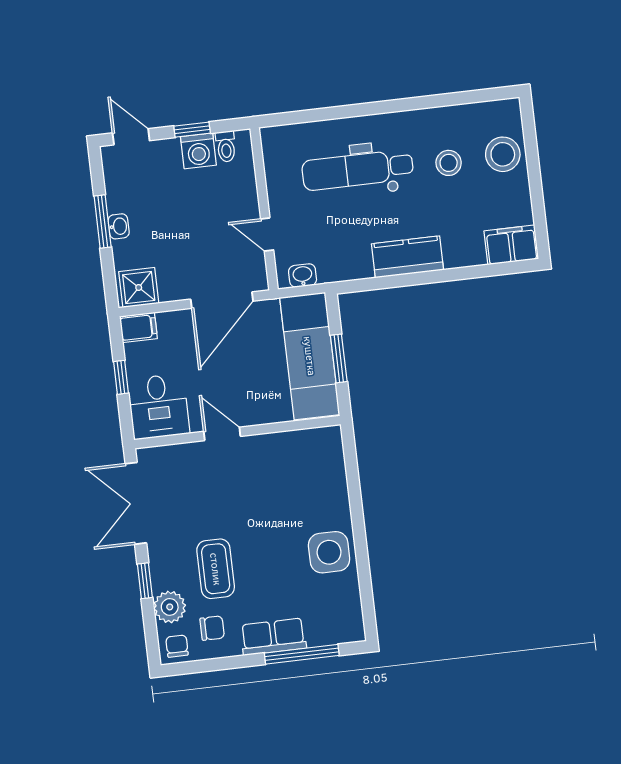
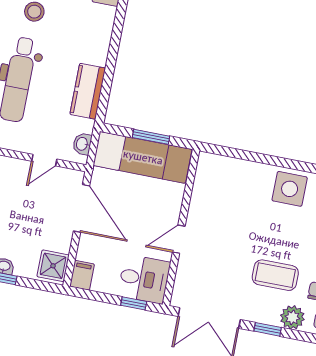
kitchen counter: (407, 257) -> (88, 91), moved
window: (121, 377) -> (134, 303), moved

